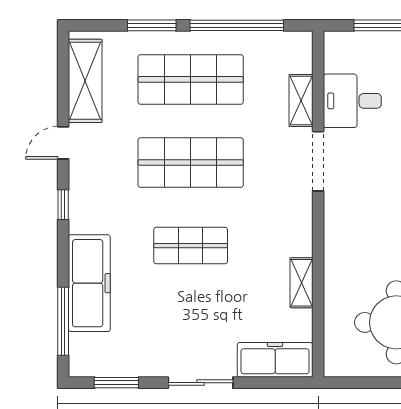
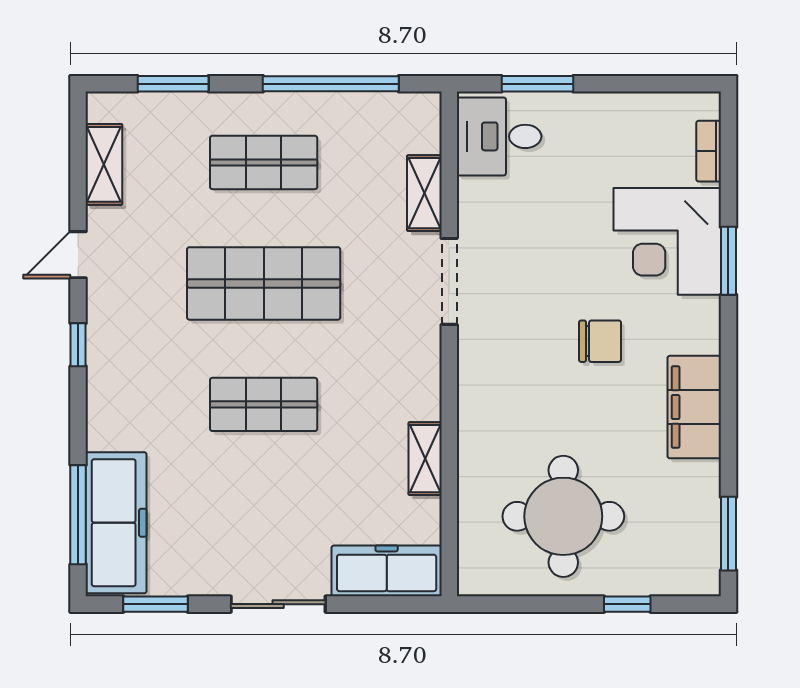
window: (152, 25) -> (173, 84), moved
shop shelf: (191, 79) -> (264, 162), width x0.70, depth x0.74
shelving: (85, 81) -> (104, 164), width x0.67, depth x0.75
desk: (352, 101) -> (499, 136), moved
freezer: (89, 283) -> (116, 523), moved

